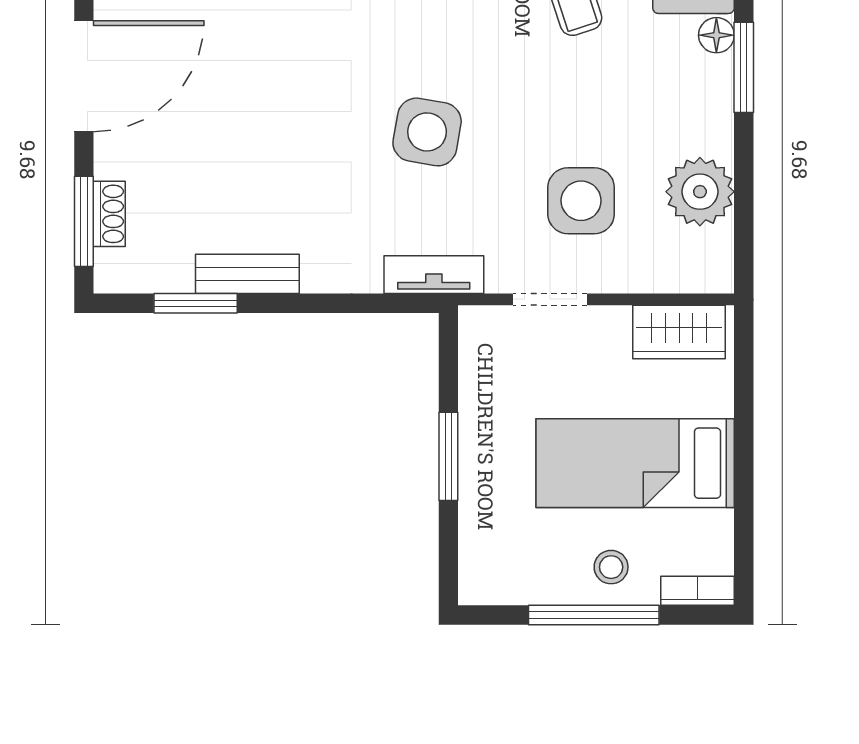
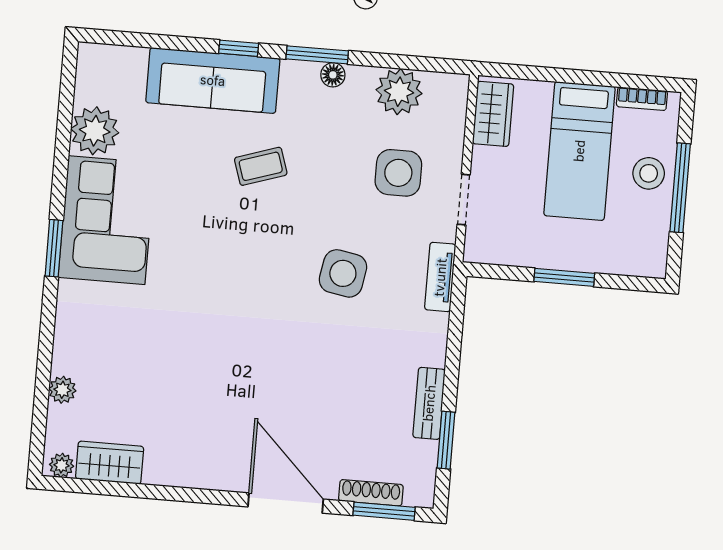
floor lamp: (716, 35) -> (333, 75), moved
shoe rack: (109, 214) -> (371, 493), width x1.43
stool: (611, 567) -> (649, 173), width x1.37, depth x1.37
bookcase: (698, 591) -> (642, 99), moved, turned -90

